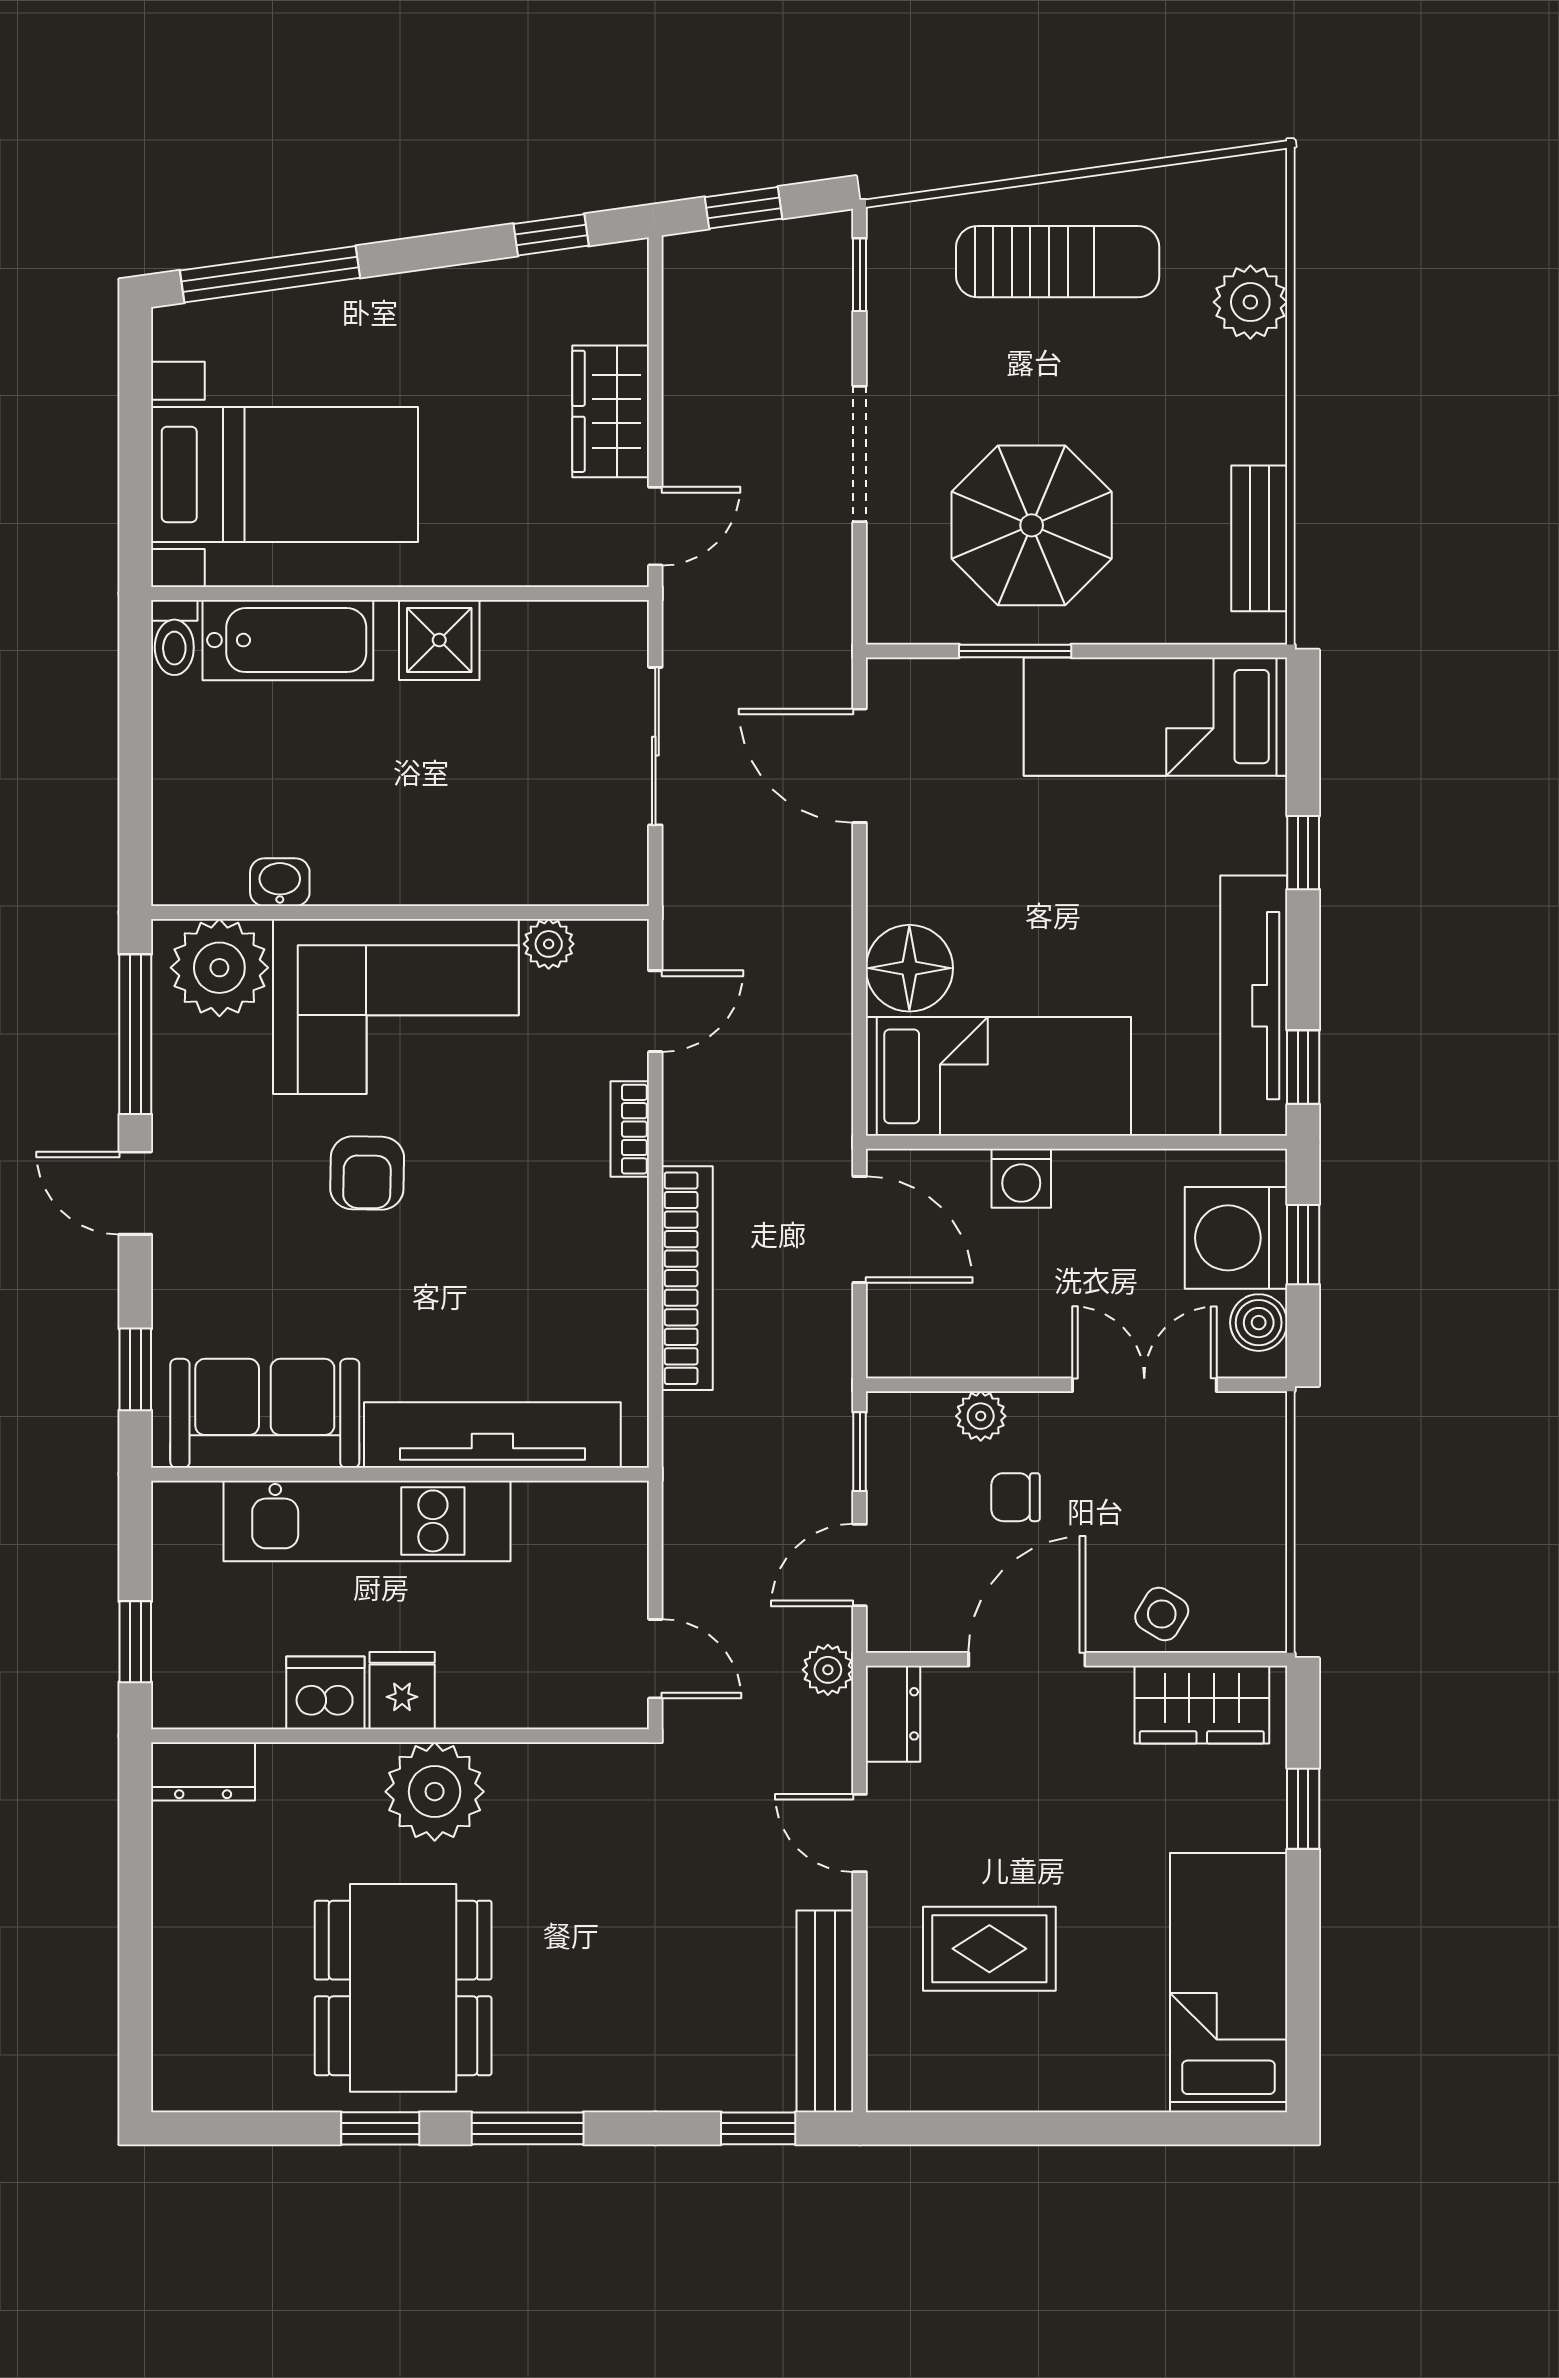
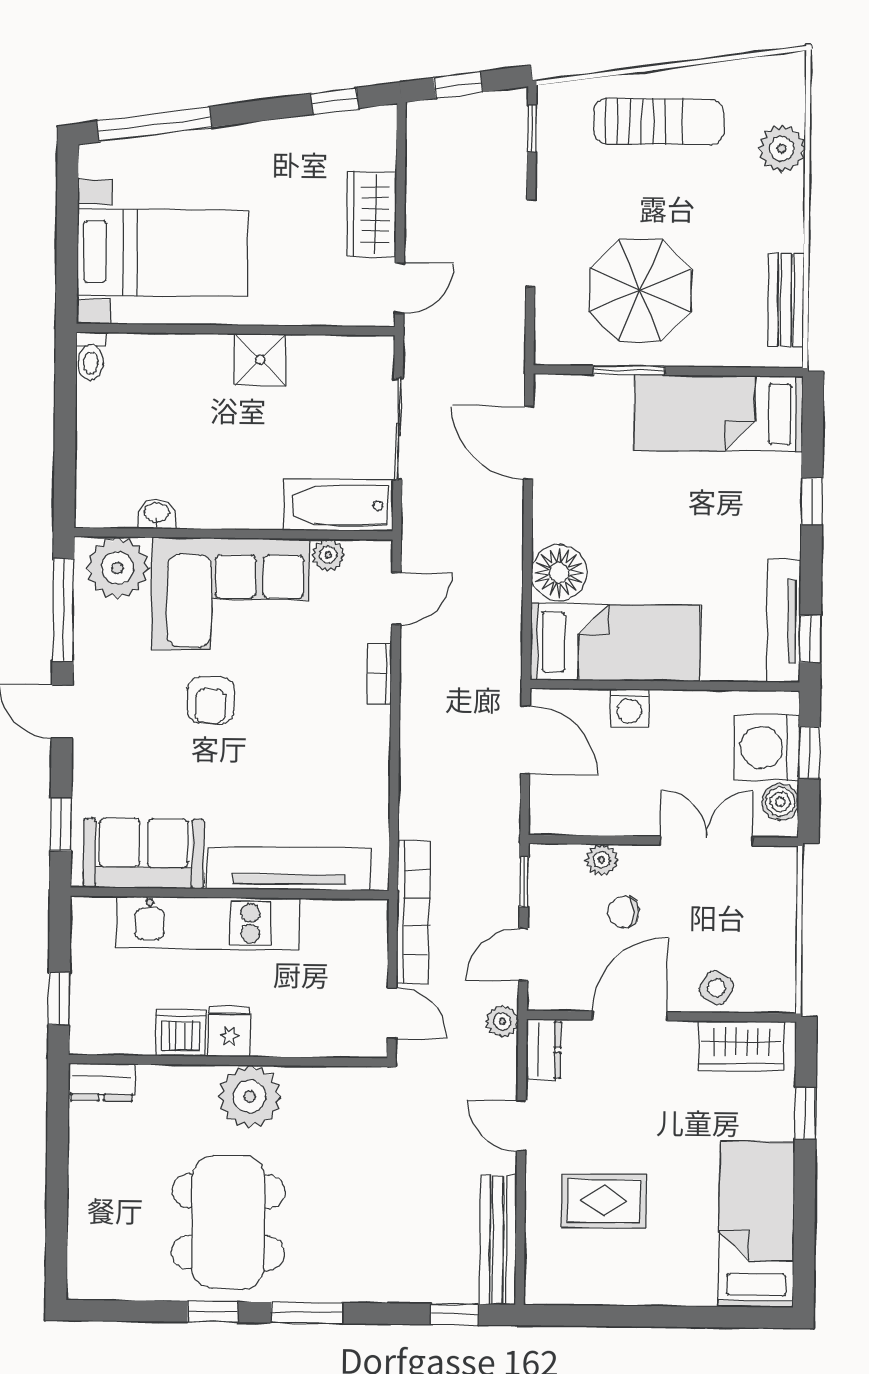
bathtub: (288, 640) -> (339, 505), moved, turned 180
tv unit: (1254, 1006) -> (784, 621), width x0.73, depth x0.78
bookcase: (687, 1278) -> (413, 912), moved

